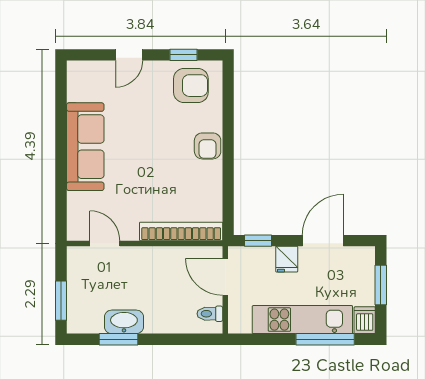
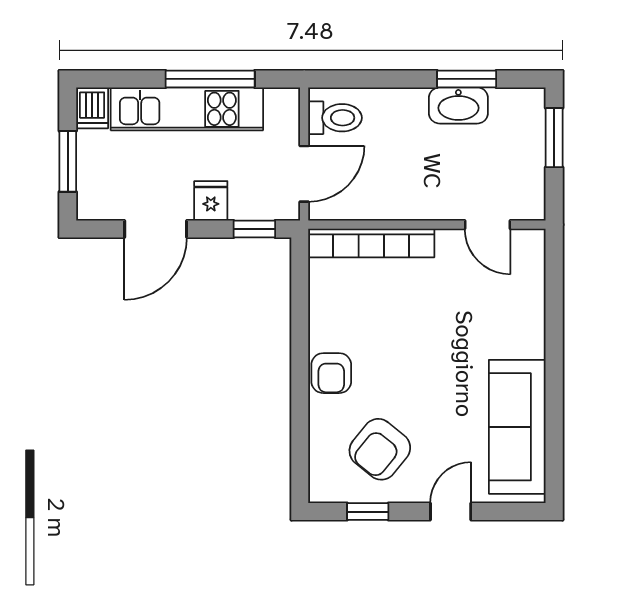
armchair: (191, 86) -> (380, 449), moved, turned -51
armchair: (208, 146) -> (331, 373), turned 180
sofa: (85, 147) -> (517, 427), moved
door: (225, 277) -> (304, 174), hinge flipped
toilet: (210, 314) -> (335, 118), width x1.37, depth x1.39
window: (325, 339) -> (210, 79), moved

